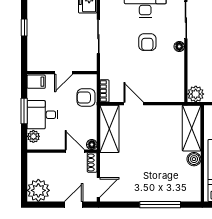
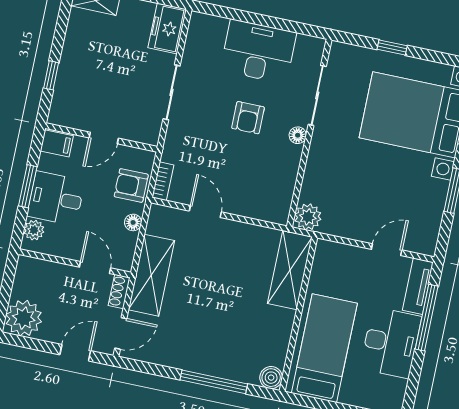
window: (24, 27) -> (51, 75), moved
shelving: (109, 129) -> (151, 275), moved
floor lamp: (92, 145) -> (133, 222), moved
boiler: (194, 159) -> (271, 378), moved

